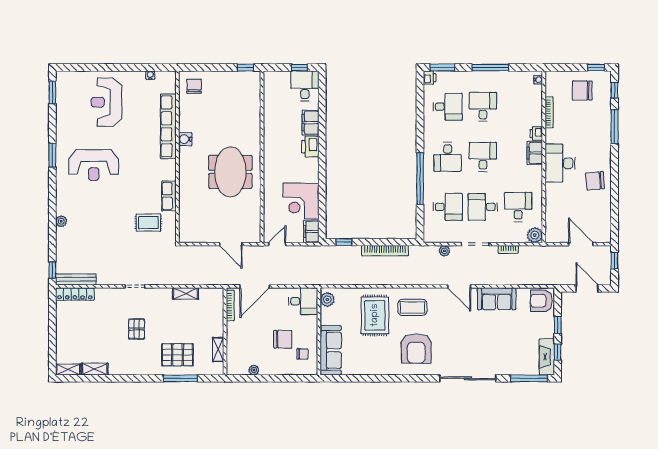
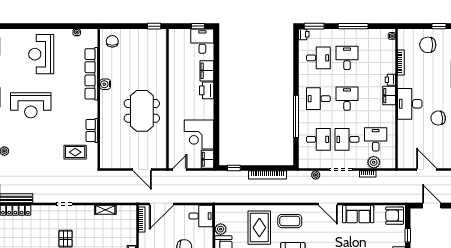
desk: (448, 157) -> (318, 99), turned 90
plant: (535, 235) -> (374, 162), moved
plant: (327, 300) -> (221, 229), moved

